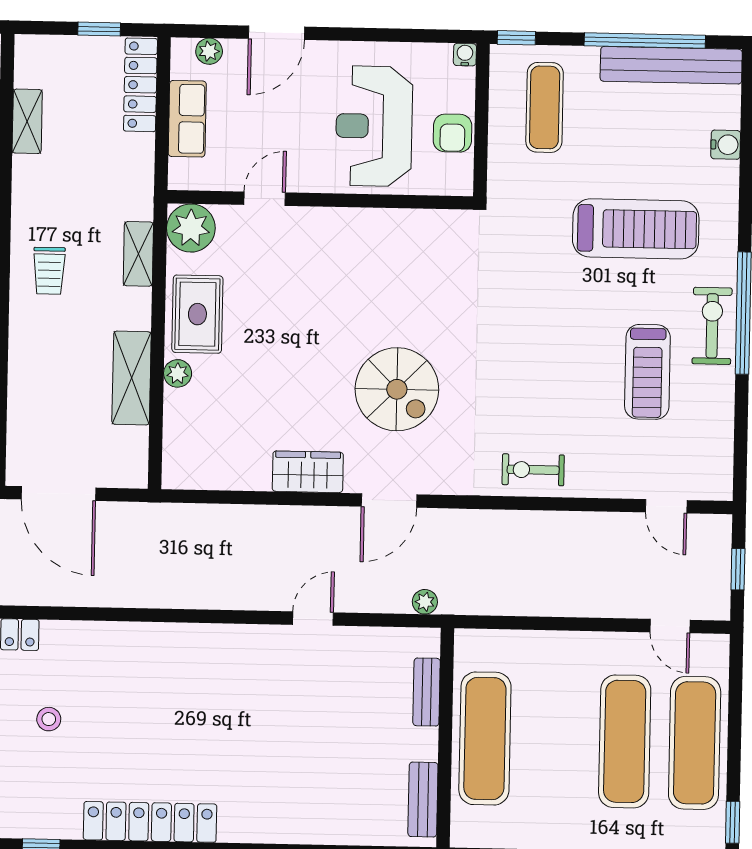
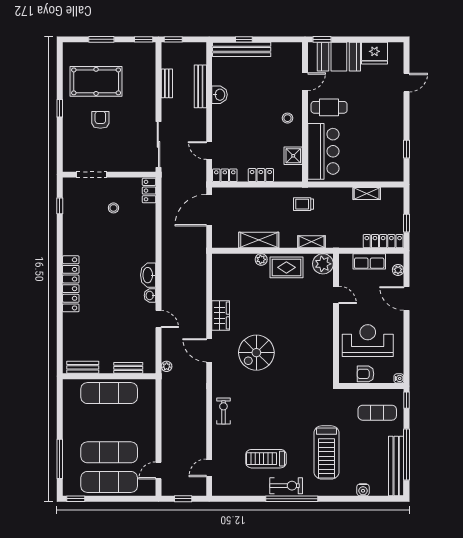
washbasin: (257, 637) -> (150, 295), added
washbasin: (209, 641) -> (148, 275), added
locker: (150, 822) -> (71, 284), moved

